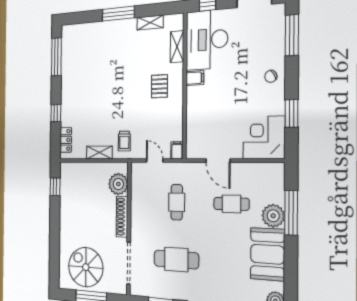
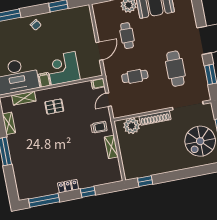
corner desk: (264, 138) -> (63, 68), moved, turned 90
locker: (66, 140) -> (68, 186), moved

